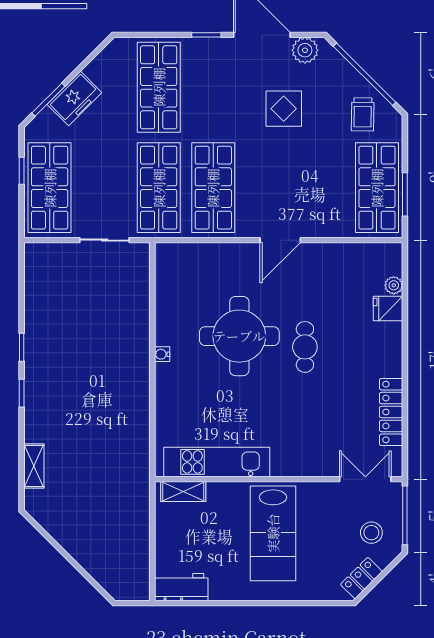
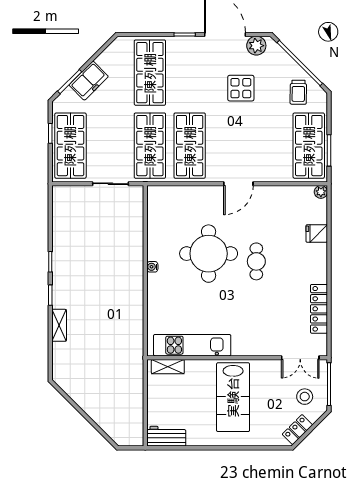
plant: (394, 285) -> (321, 192), moved
shelving: (34, 466) -> (59, 325), moved
double door: (365, 479) -> (300, 358), swing flipped

